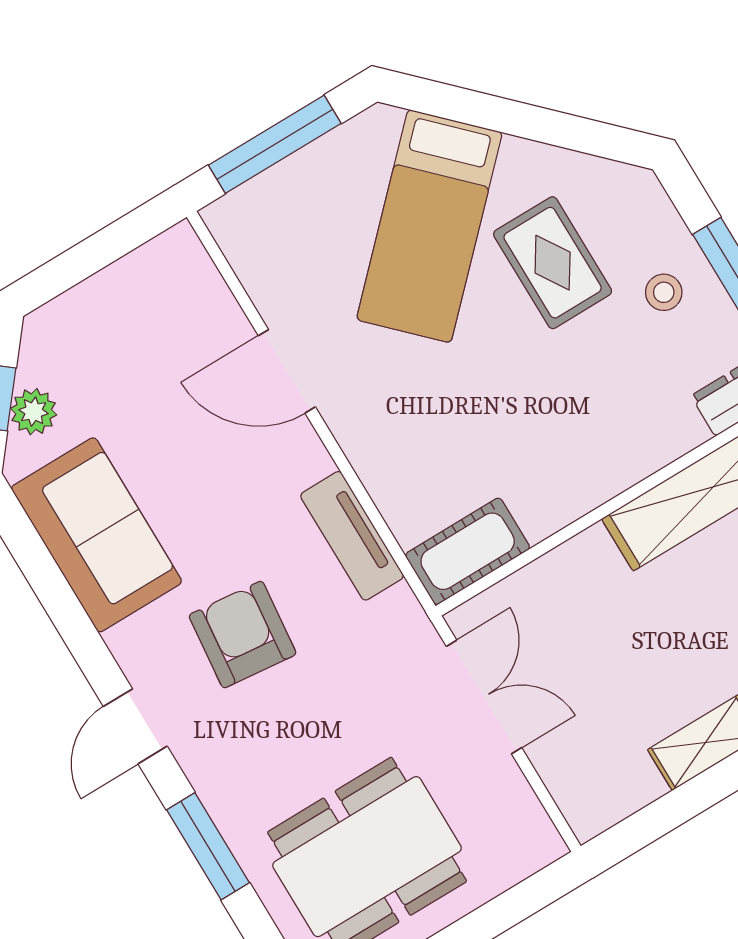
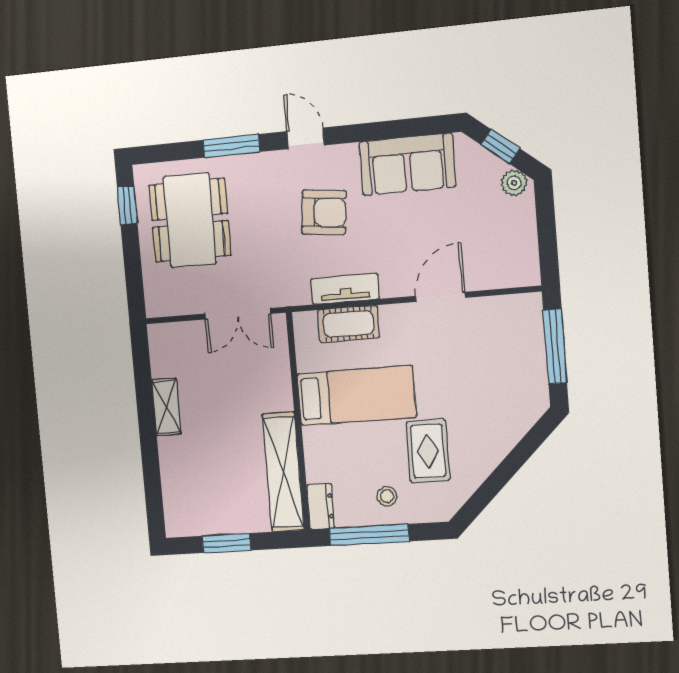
bed: (429, 226) -> (356, 396), moved, turned 135
rug: (553, 263) -> (428, 451), turned 90
plant: (34, 412) -> (514, 183), moved
cot: (468, 551) -> (348, 324), moved, turned 90

